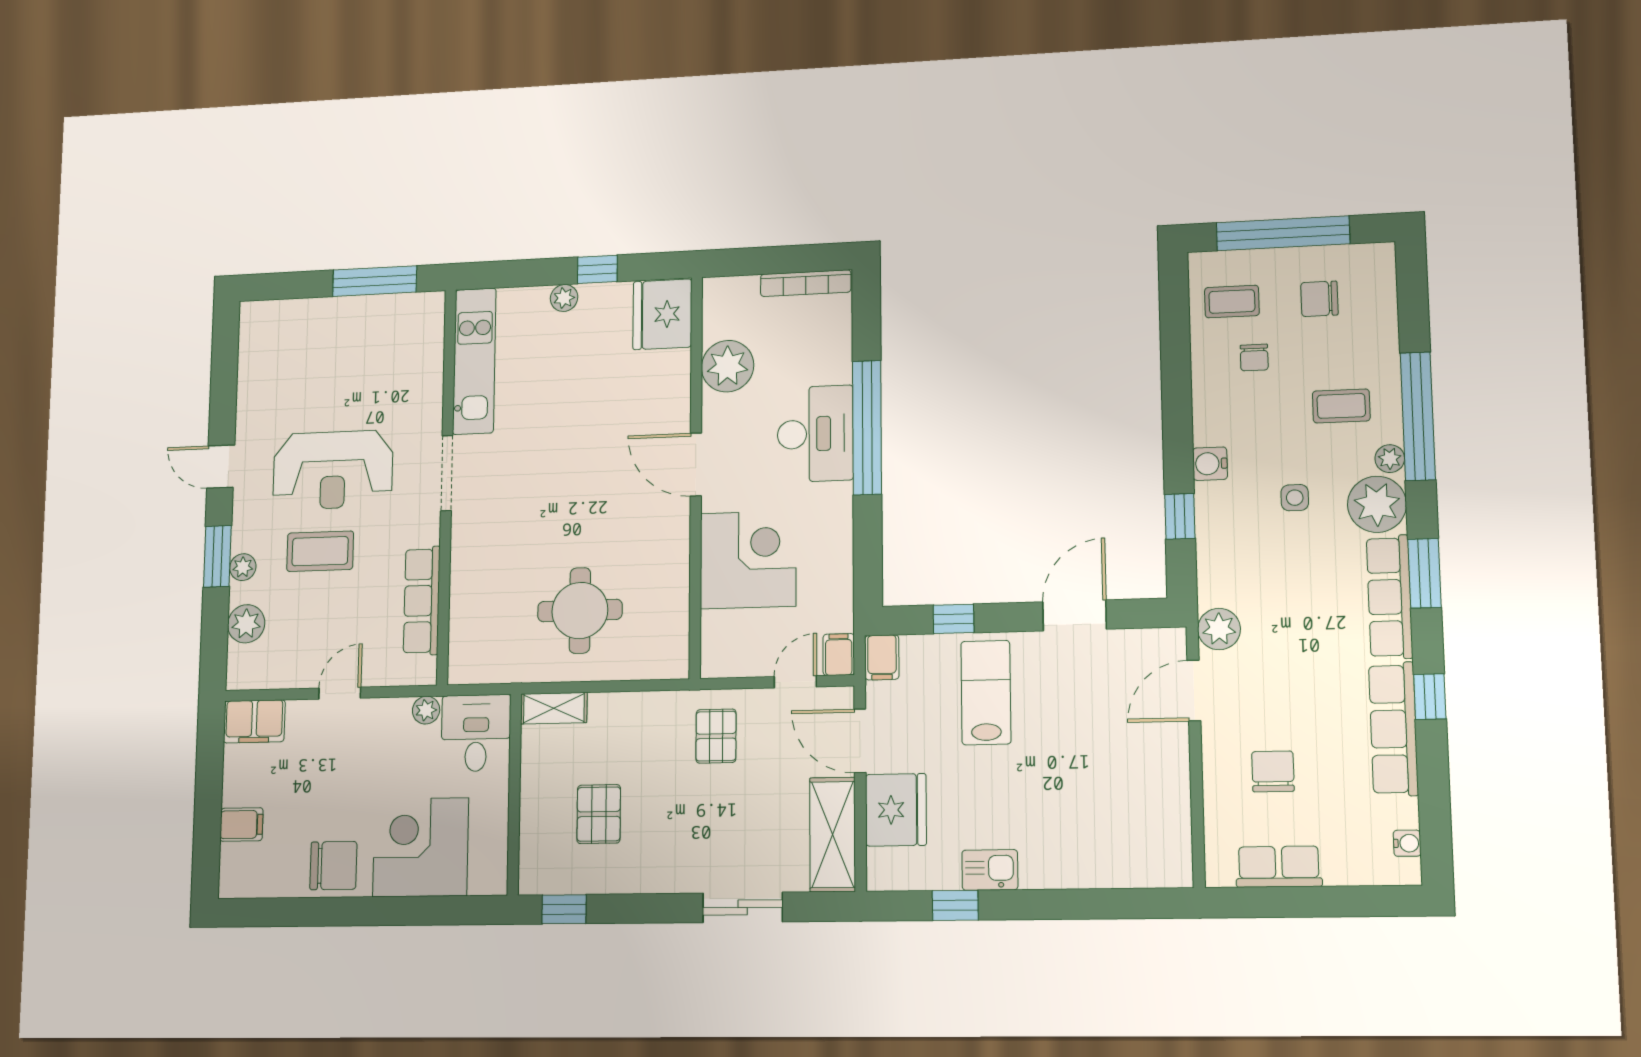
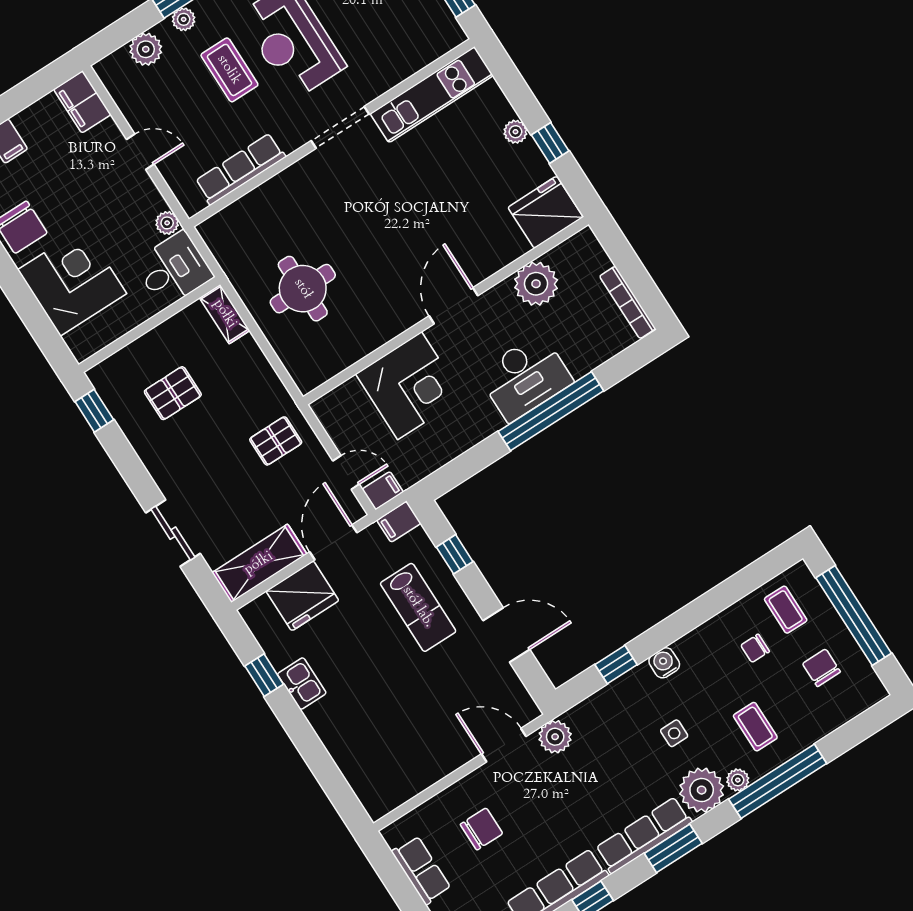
lab bench: (986, 693) -> (418, 607), turned 90

